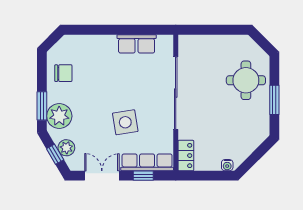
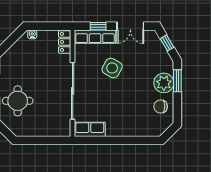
row of seats: (137, 44) -> (90, 129), moved
plant: (59, 116) -> (164, 83), moved
side table: (125, 122) -> (112, 68), turned 38
plant: (66, 148) -> (158, 48), removed

